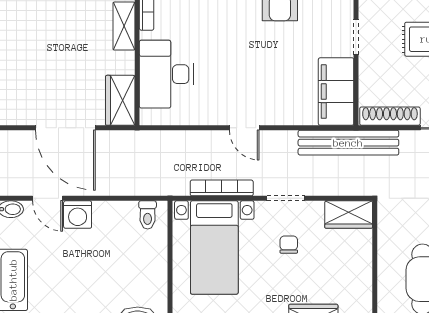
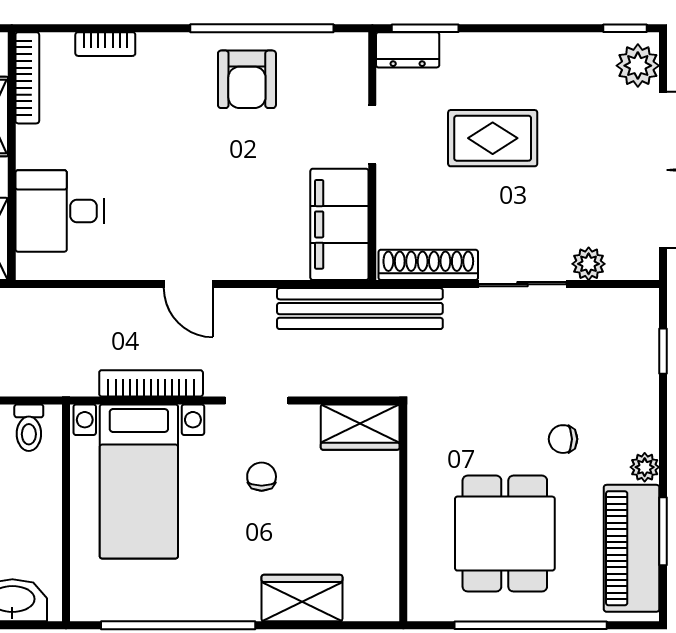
desk: (166, 74) -> (60, 211), width x0.73

